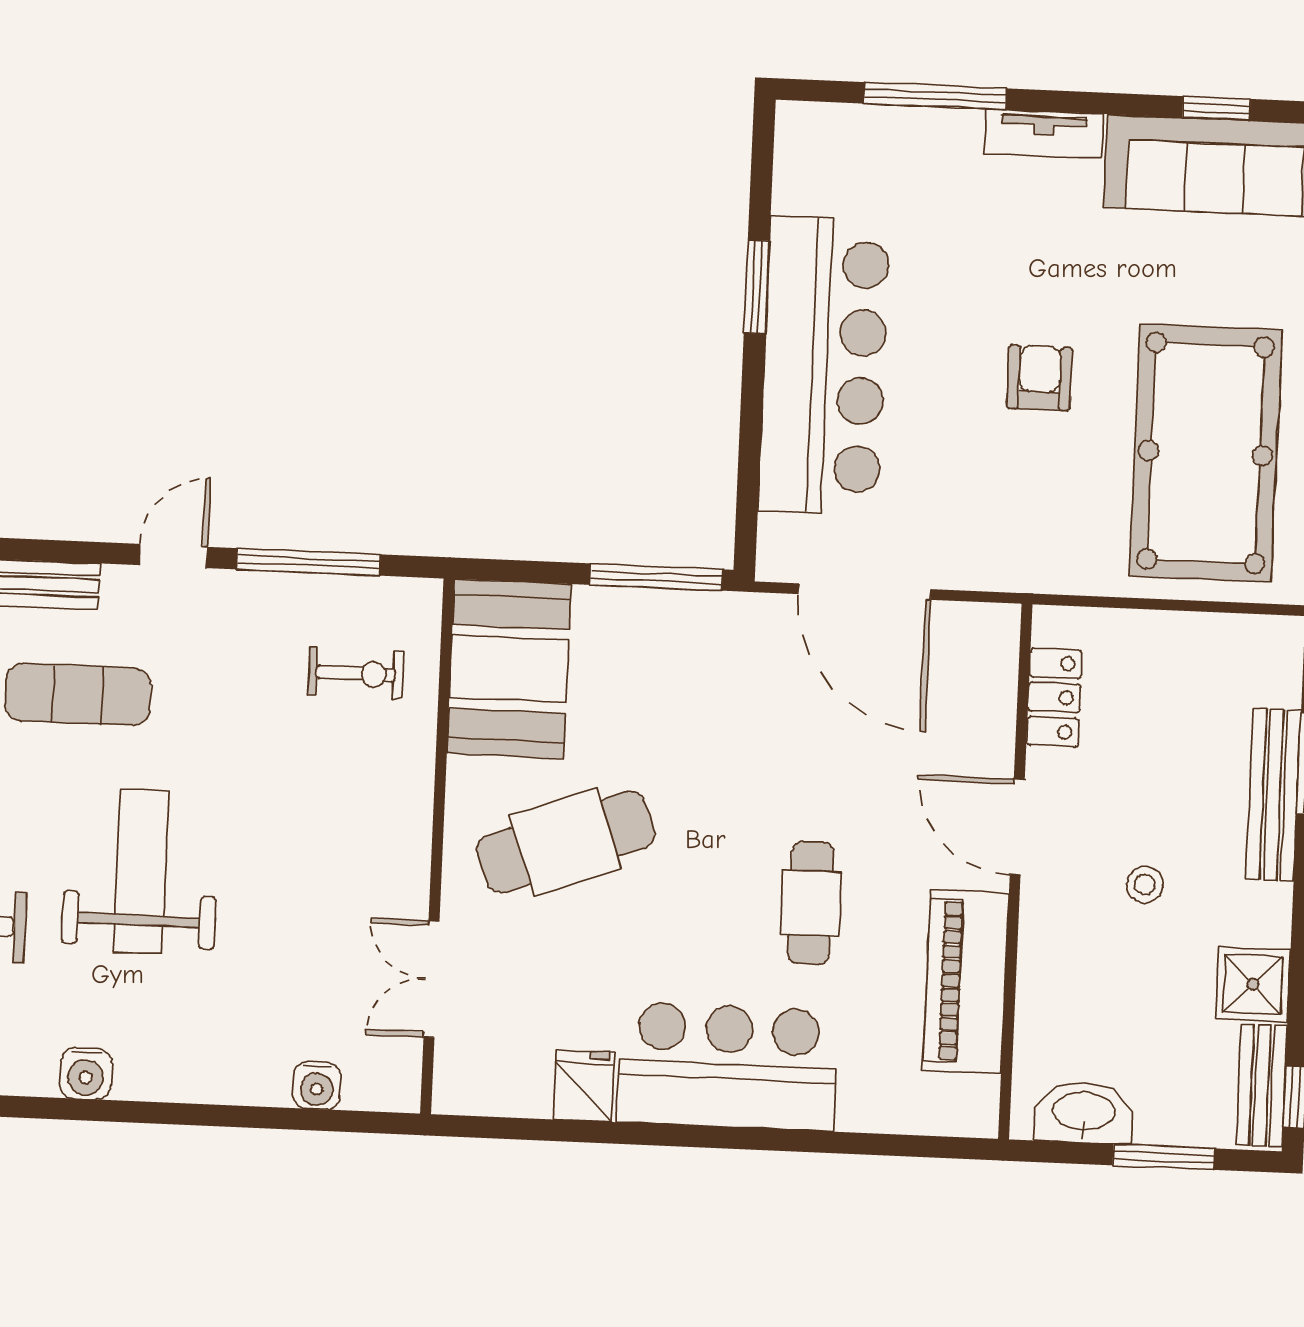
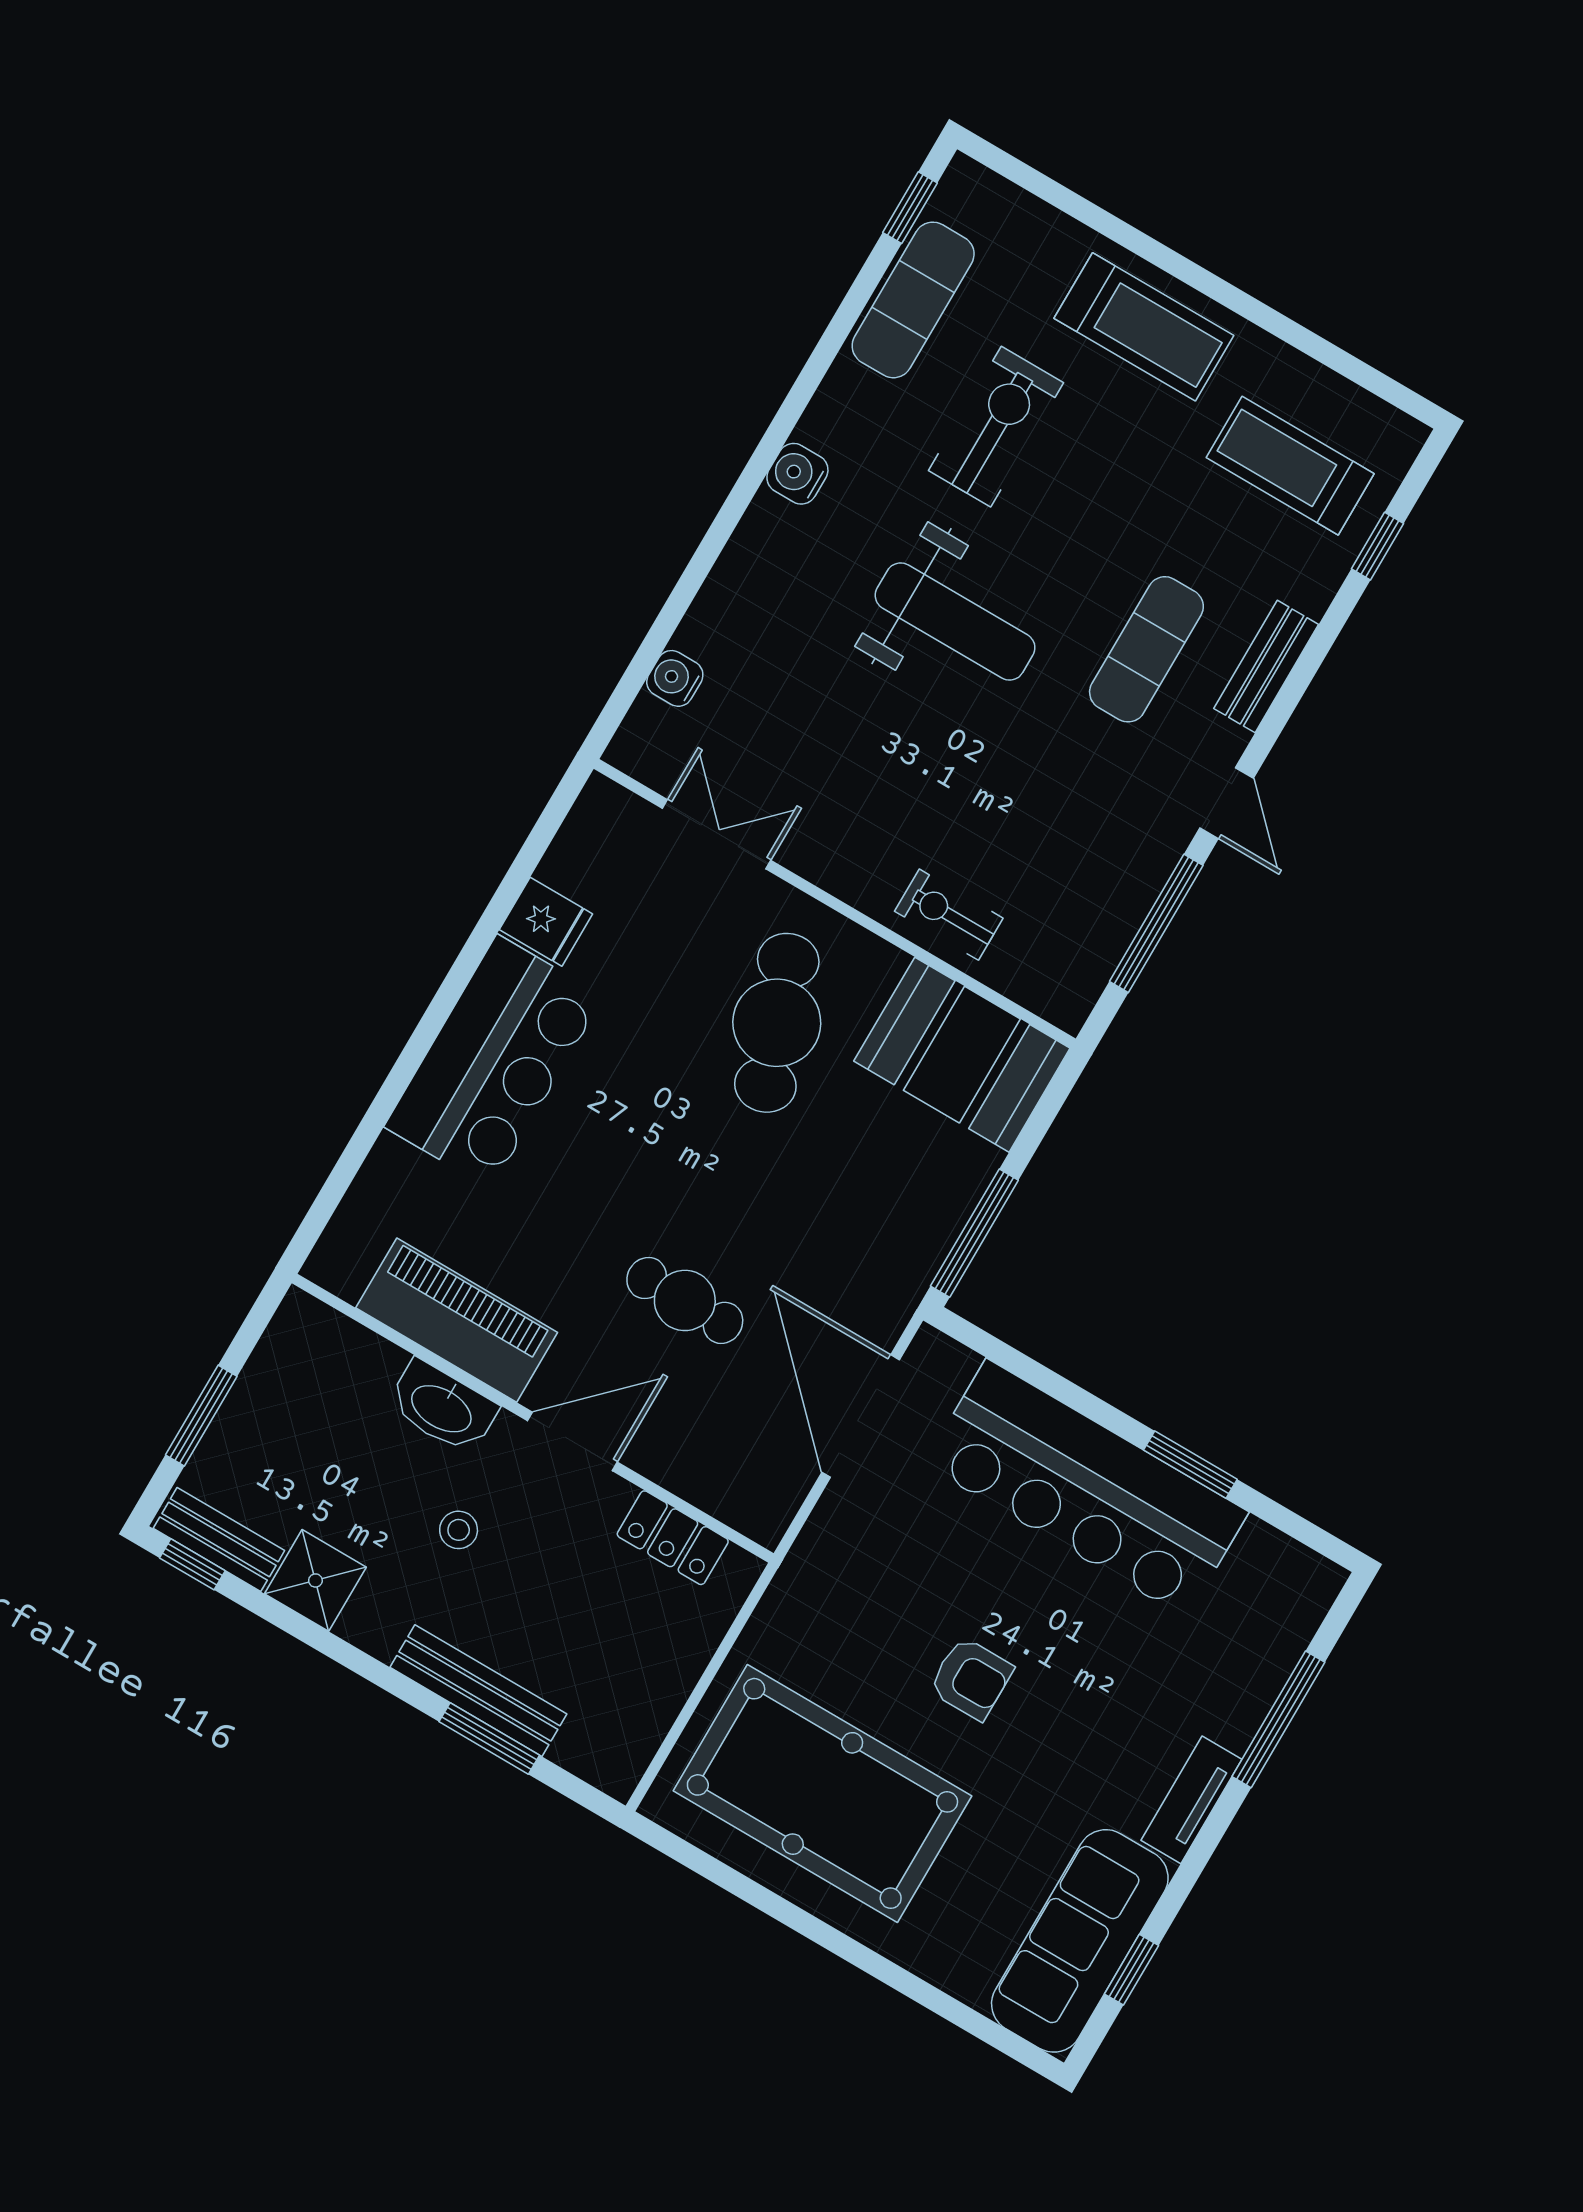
door: (865, 592) -> (861, 1416), hinge flipped
exercise bike: (356, 673) -> (949, 915), moved, turned 90
cafe table: (811, 903) -> (685, 1300), moved
washbasin: (1084, 1113) -> (442, 1407), moved, turned 90

